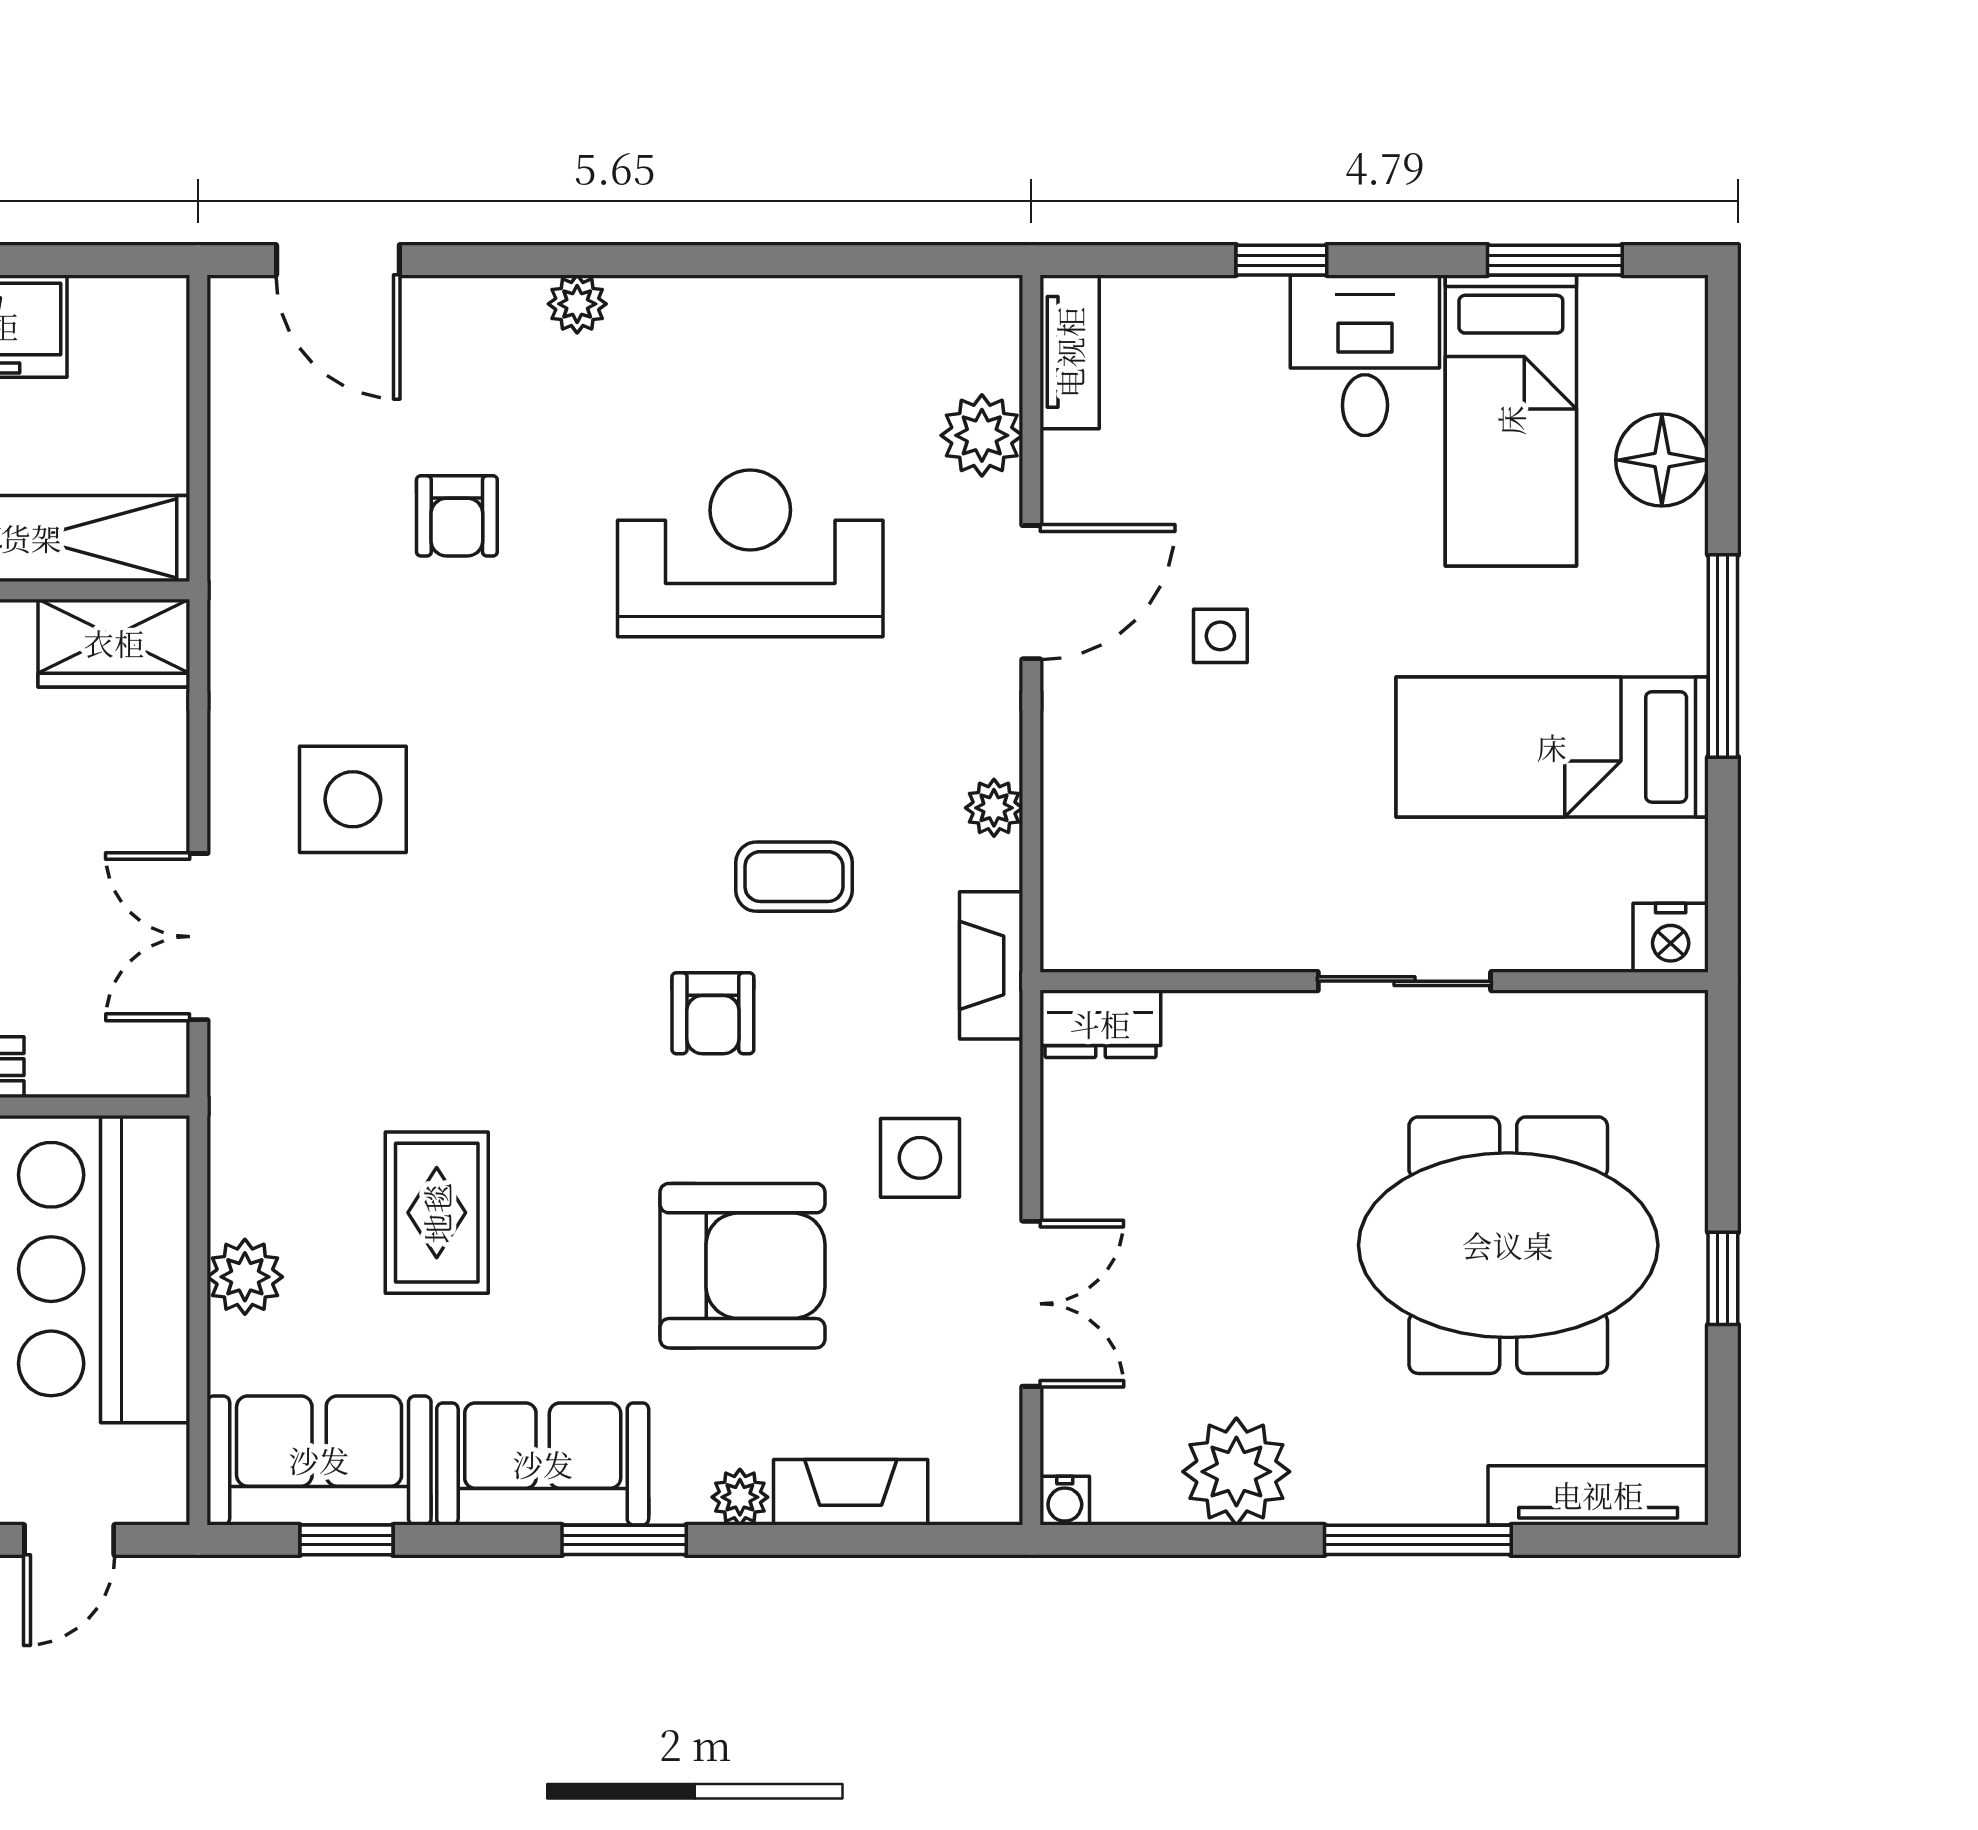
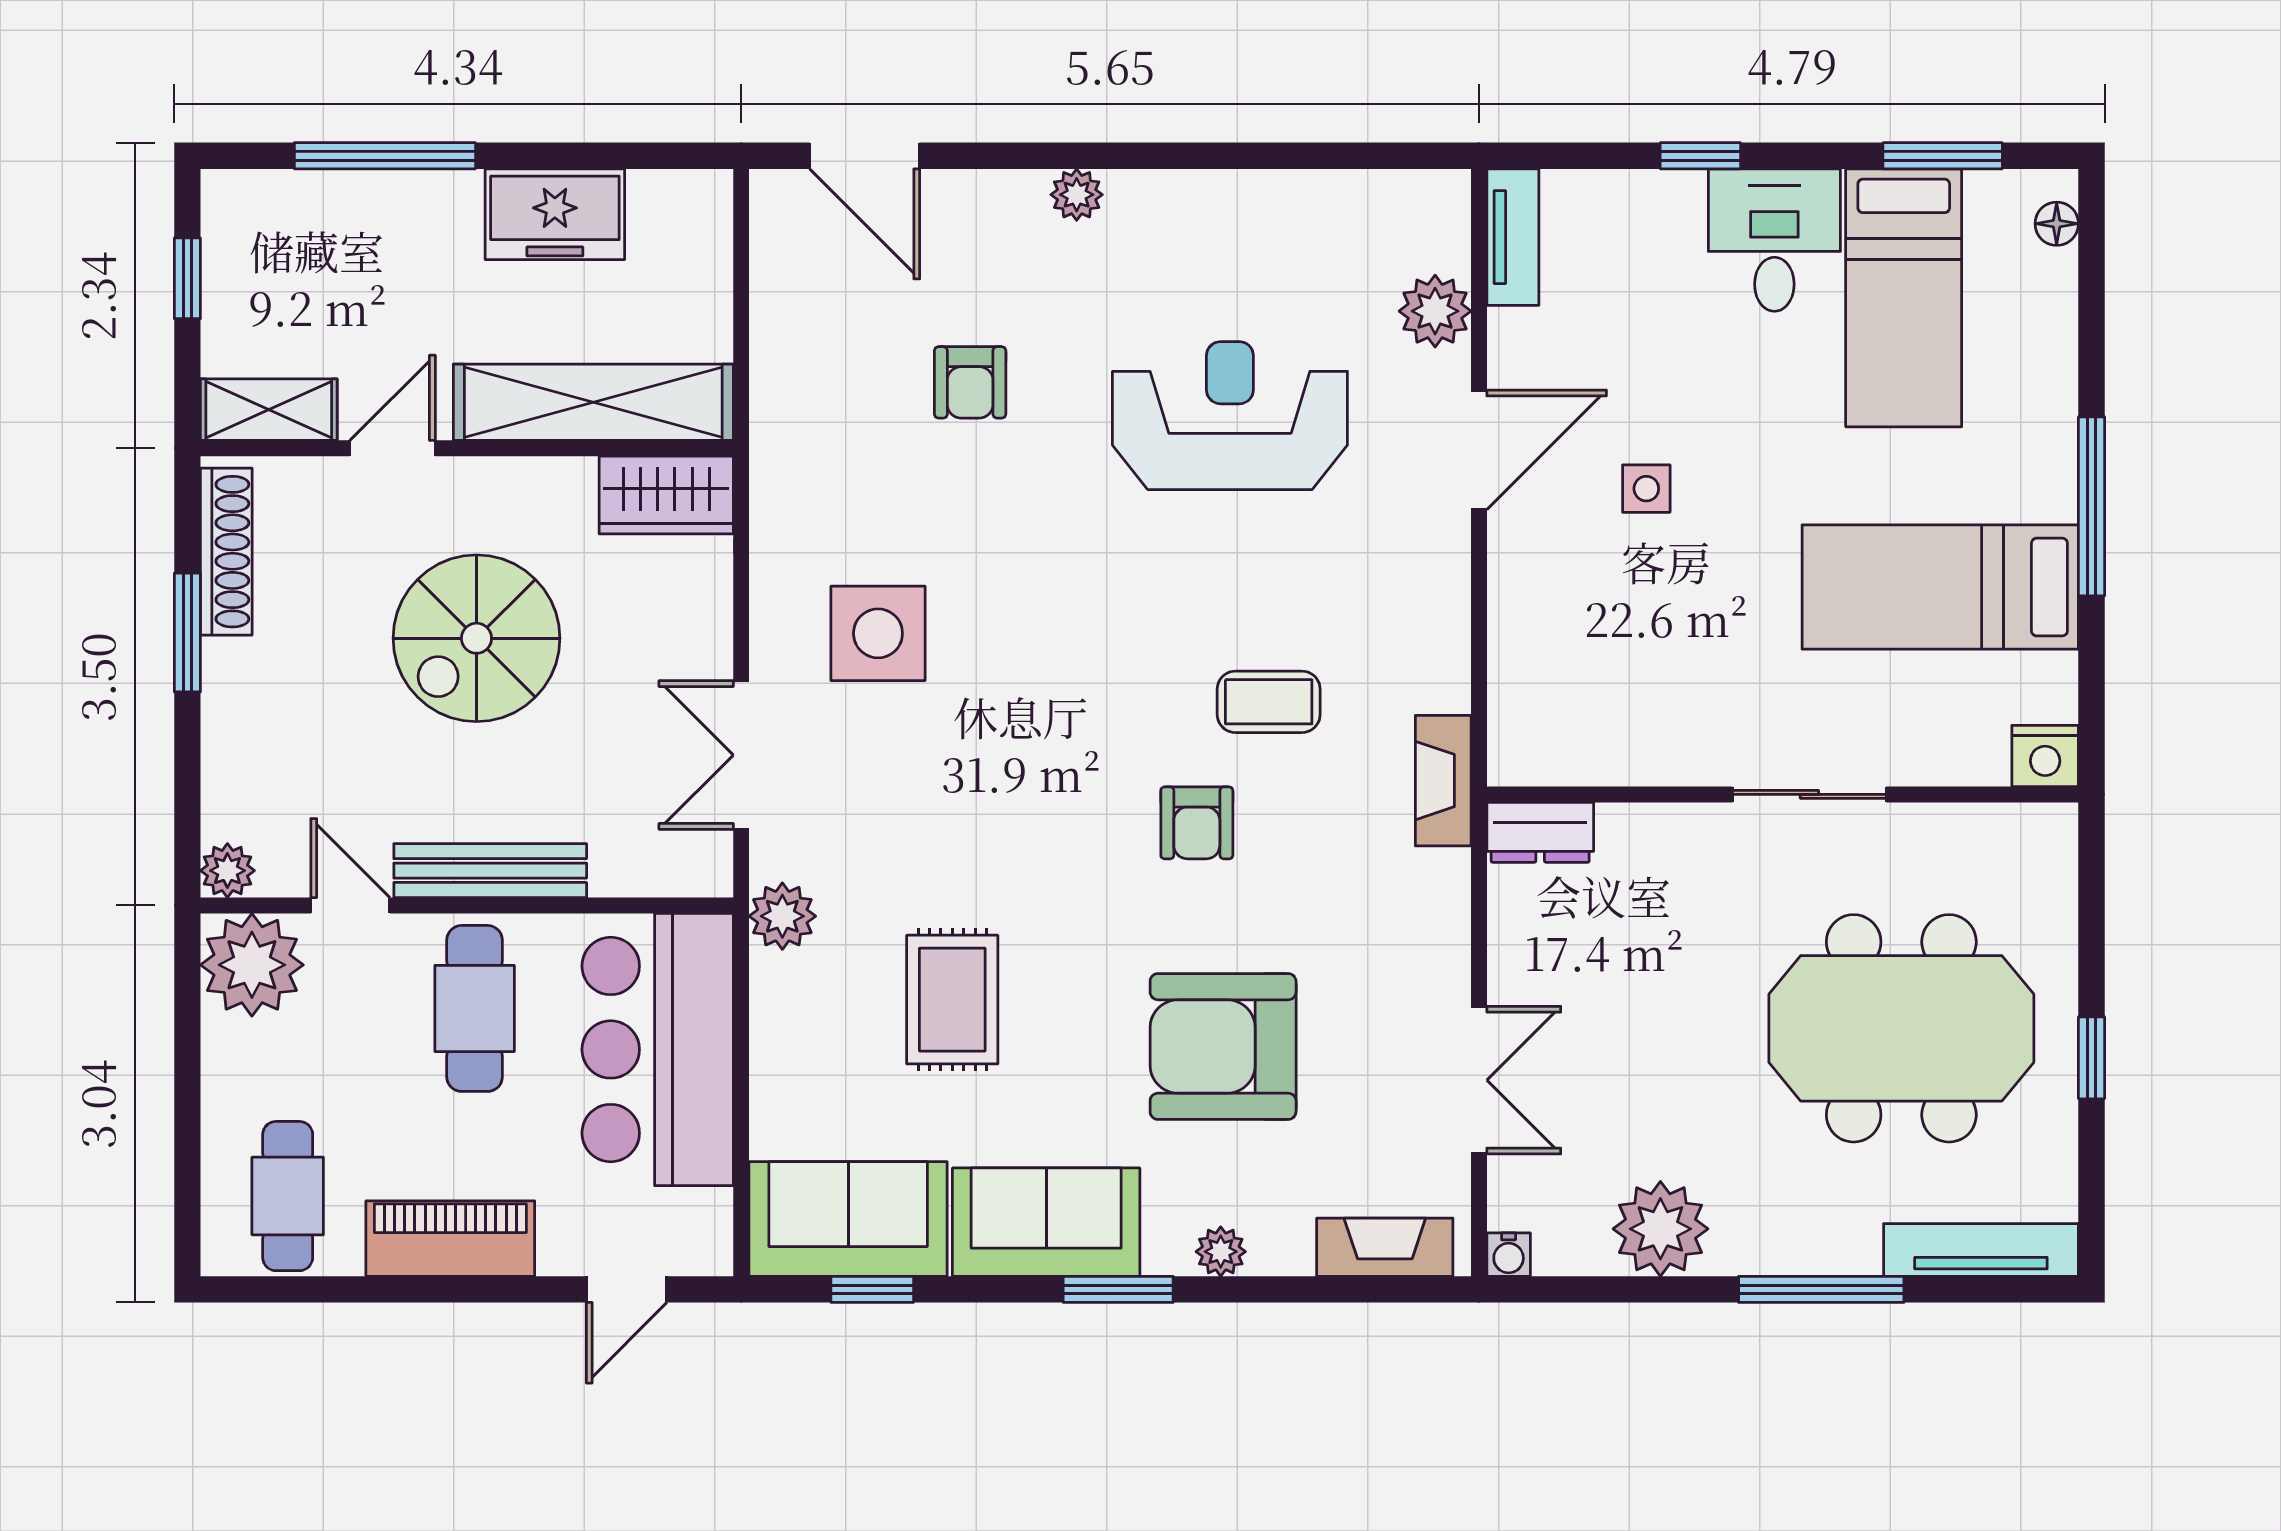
floor lamp: (1662, 460) -> (2057, 224), moved, width x0.53, depth x0.53
plant: (994, 808) -> (1446, 641), removed
side table: (920, 1158) -> (1380, 951), removed
armchair: (742, 1266) -> (1223, 1046), turned 180
plant: (245, 1277) -> (782, 916), moved
fireplace: (851, 1492) -> (1385, 1247), moved

